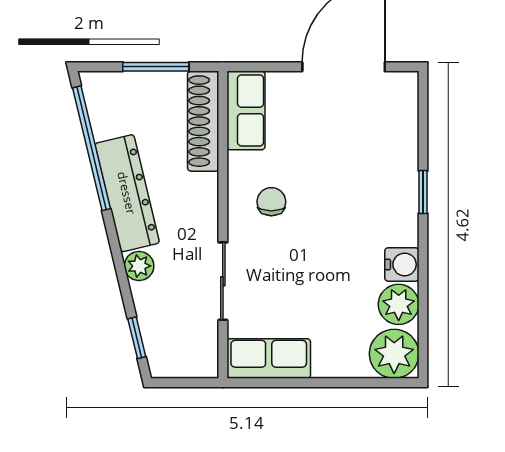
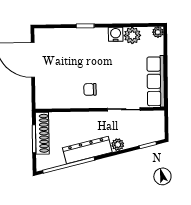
row of seats: (246, 110) -> (52, 101), removed
shoe rack: (203, 121) -> (42, 133), moved, turned -90
plant: (394, 354) -> (158, 32), width x0.53, depth x0.53
row of seats: (269, 359) -> (156, 81), width x1.48

